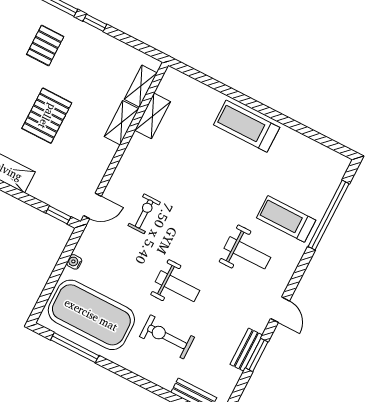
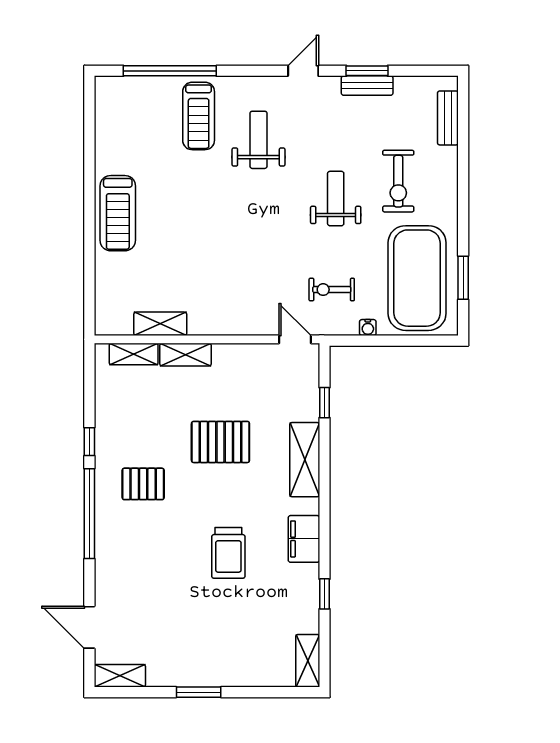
exercise bike: (144, 214) -> (332, 290), moved
window: (58, 215) -> (325, 403), moved
window: (75, 348) -> (463, 278), width x0.69

